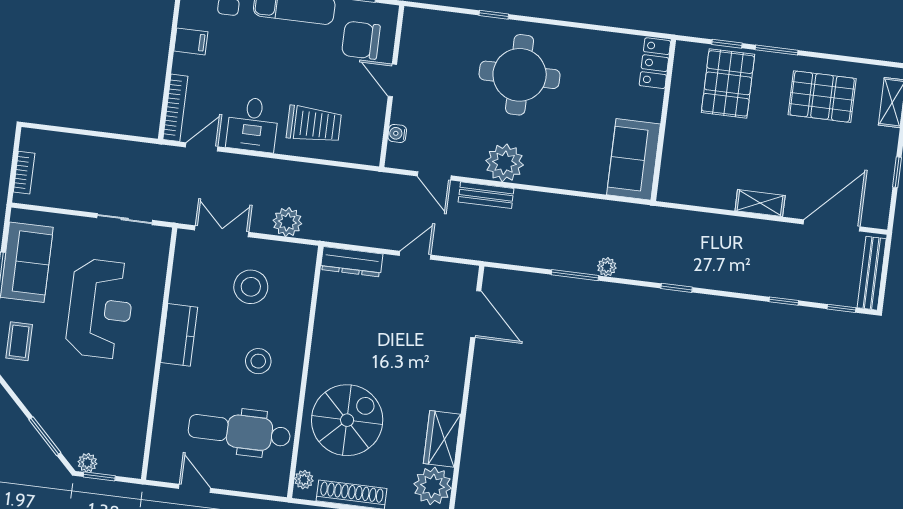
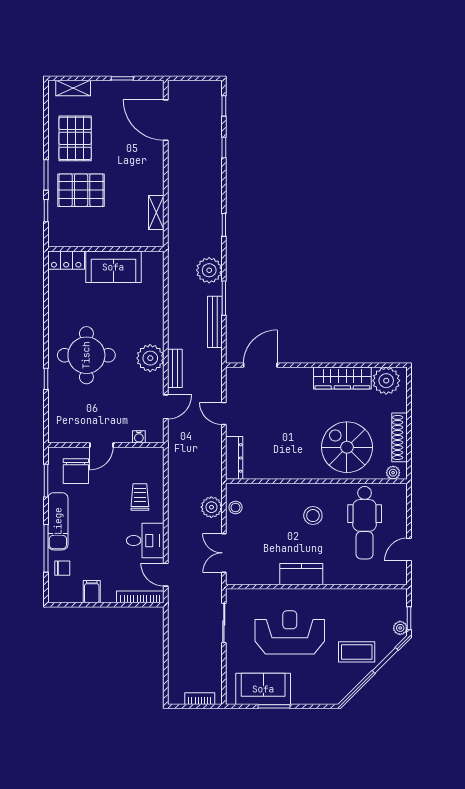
pallet: (728, 83) -> (81, 190), moved
trolley: (314, 124) -> (140, 497), width x0.73, depth x0.72
sofa: (634, 159) -> (113, 267), moved
shelving: (760, 203) -> (156, 212), moved
plant: (607, 267) -> (209, 270), width x1.88, depth x1.88
bench: (872, 273) -> (215, 322), moved, turned 90
stool: (251, 287) -> (236, 507), moved, width x0.53, depth x0.53
coffee table: (19, 341) -> (357, 652), moved, width x1.36, depth x1.30
wardrobe: (442, 439) -> (342, 378), width x1.50

